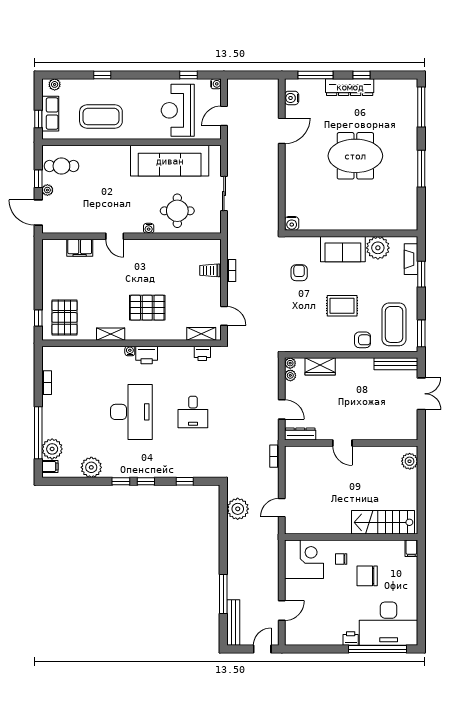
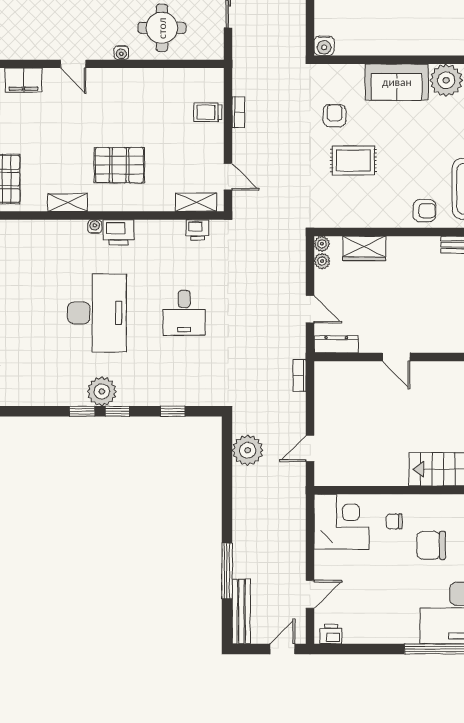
rug: (342, 306) -> (353, 160), moved
plant: (91, 467) -> (102, 391), moved
printer: (351, 639) -> (331, 634), moved

